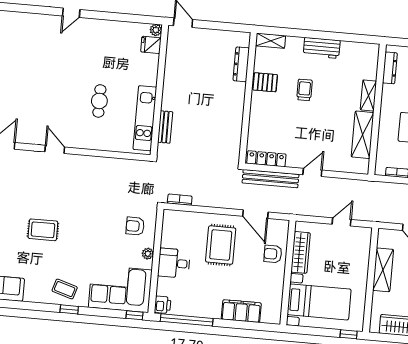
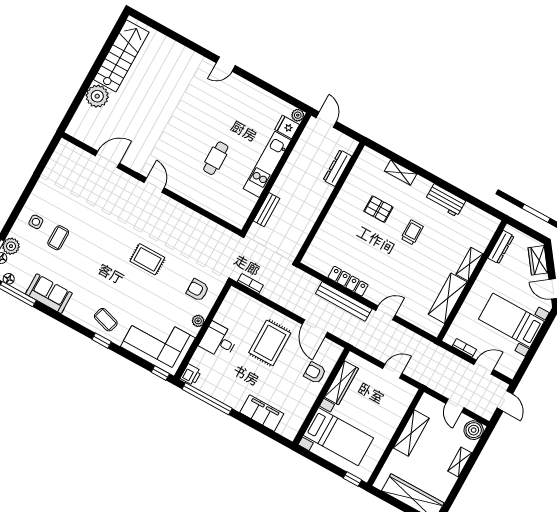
dresser: (241, 64) -> (337, 168), moved
wall: (248, 98) -> (330, 202), moved
kitchen unit: (145, 118) -> (267, 164), moved
rug: (43, 230) -> (147, 259), moved

